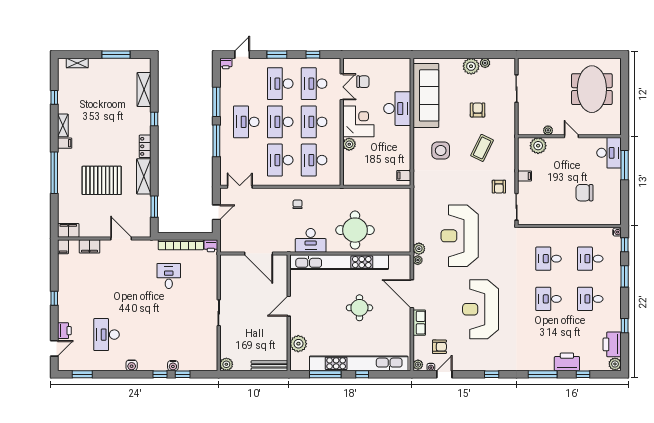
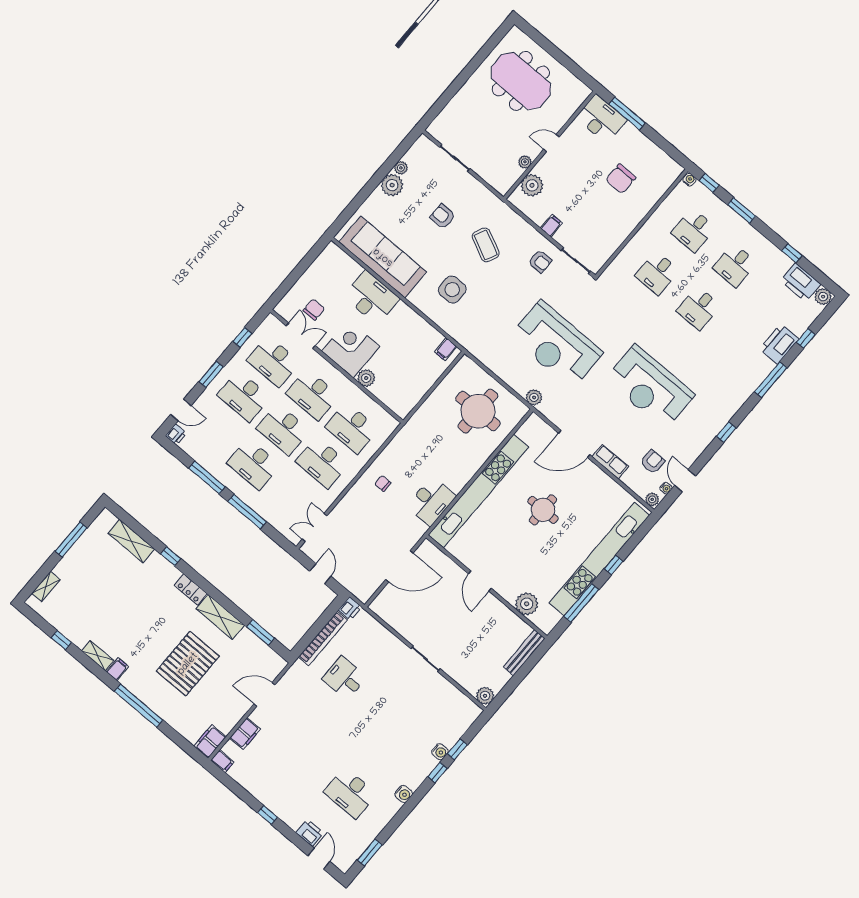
door: (242, 55) -> (181, 410), swing flipped
round table: (355, 230) -> (478, 411), moved
plant: (418, 260) -> (545, 409), removed

